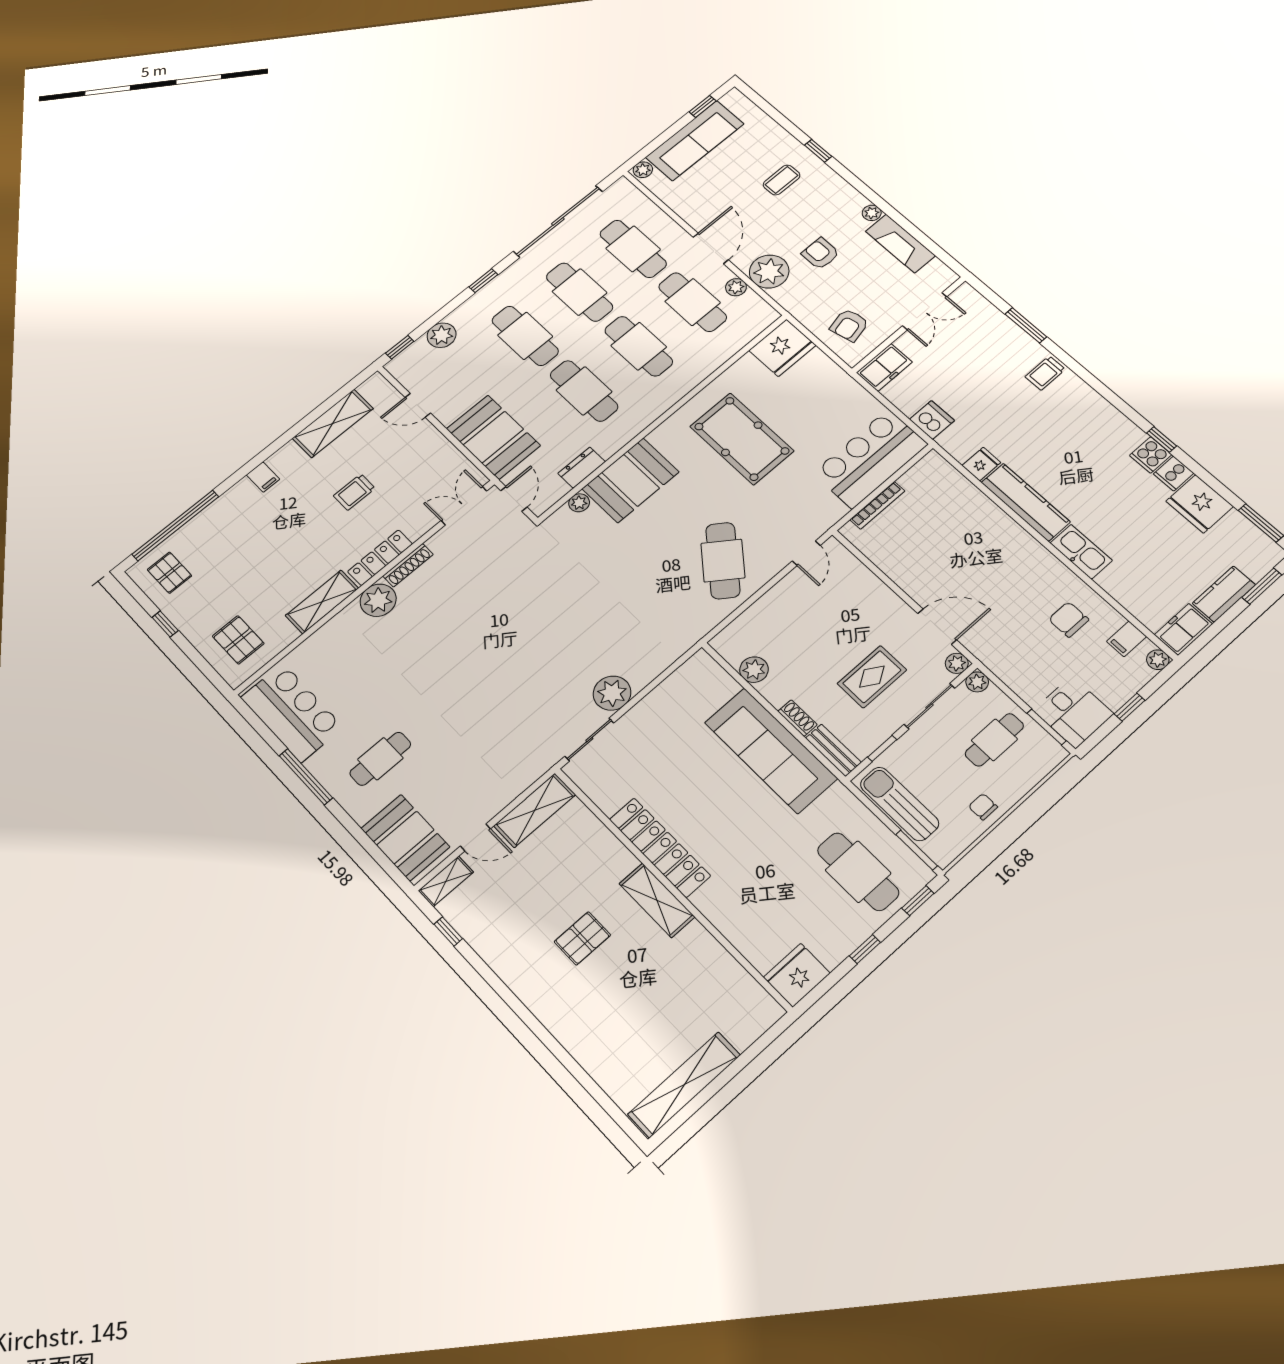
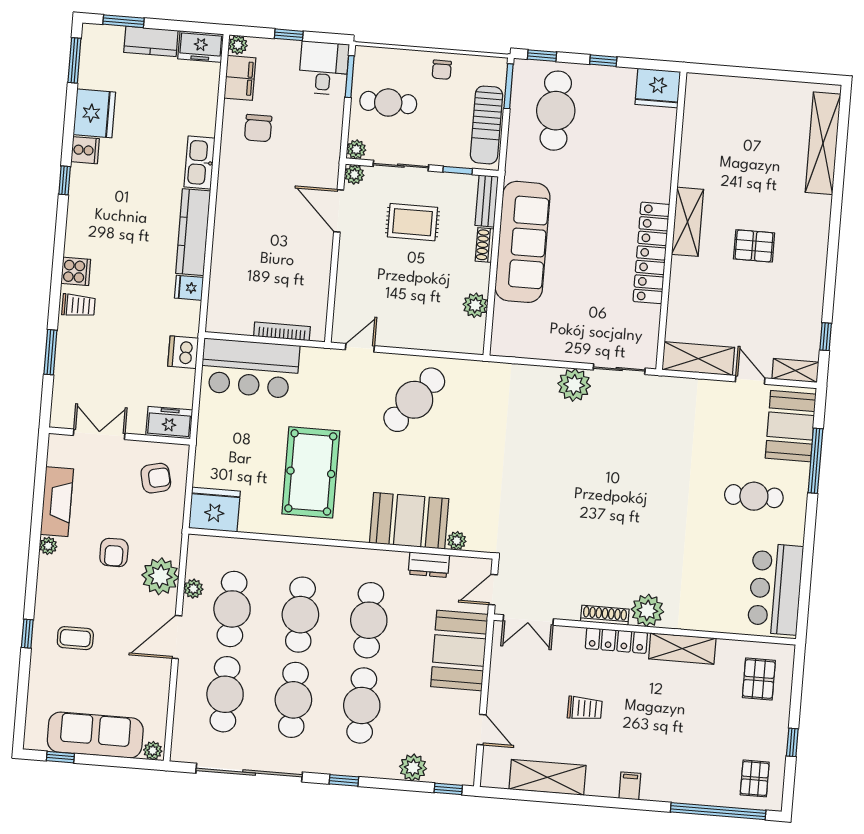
cooker: (1151, 455) -> (76, 271), moved
filing cabinet: (1127, 639) -> (240, 78), width x2.00
window: (306, 777) -> (815, 461), moved
shelving: (684, 1085) -> (823, 143), moved, turned 90

